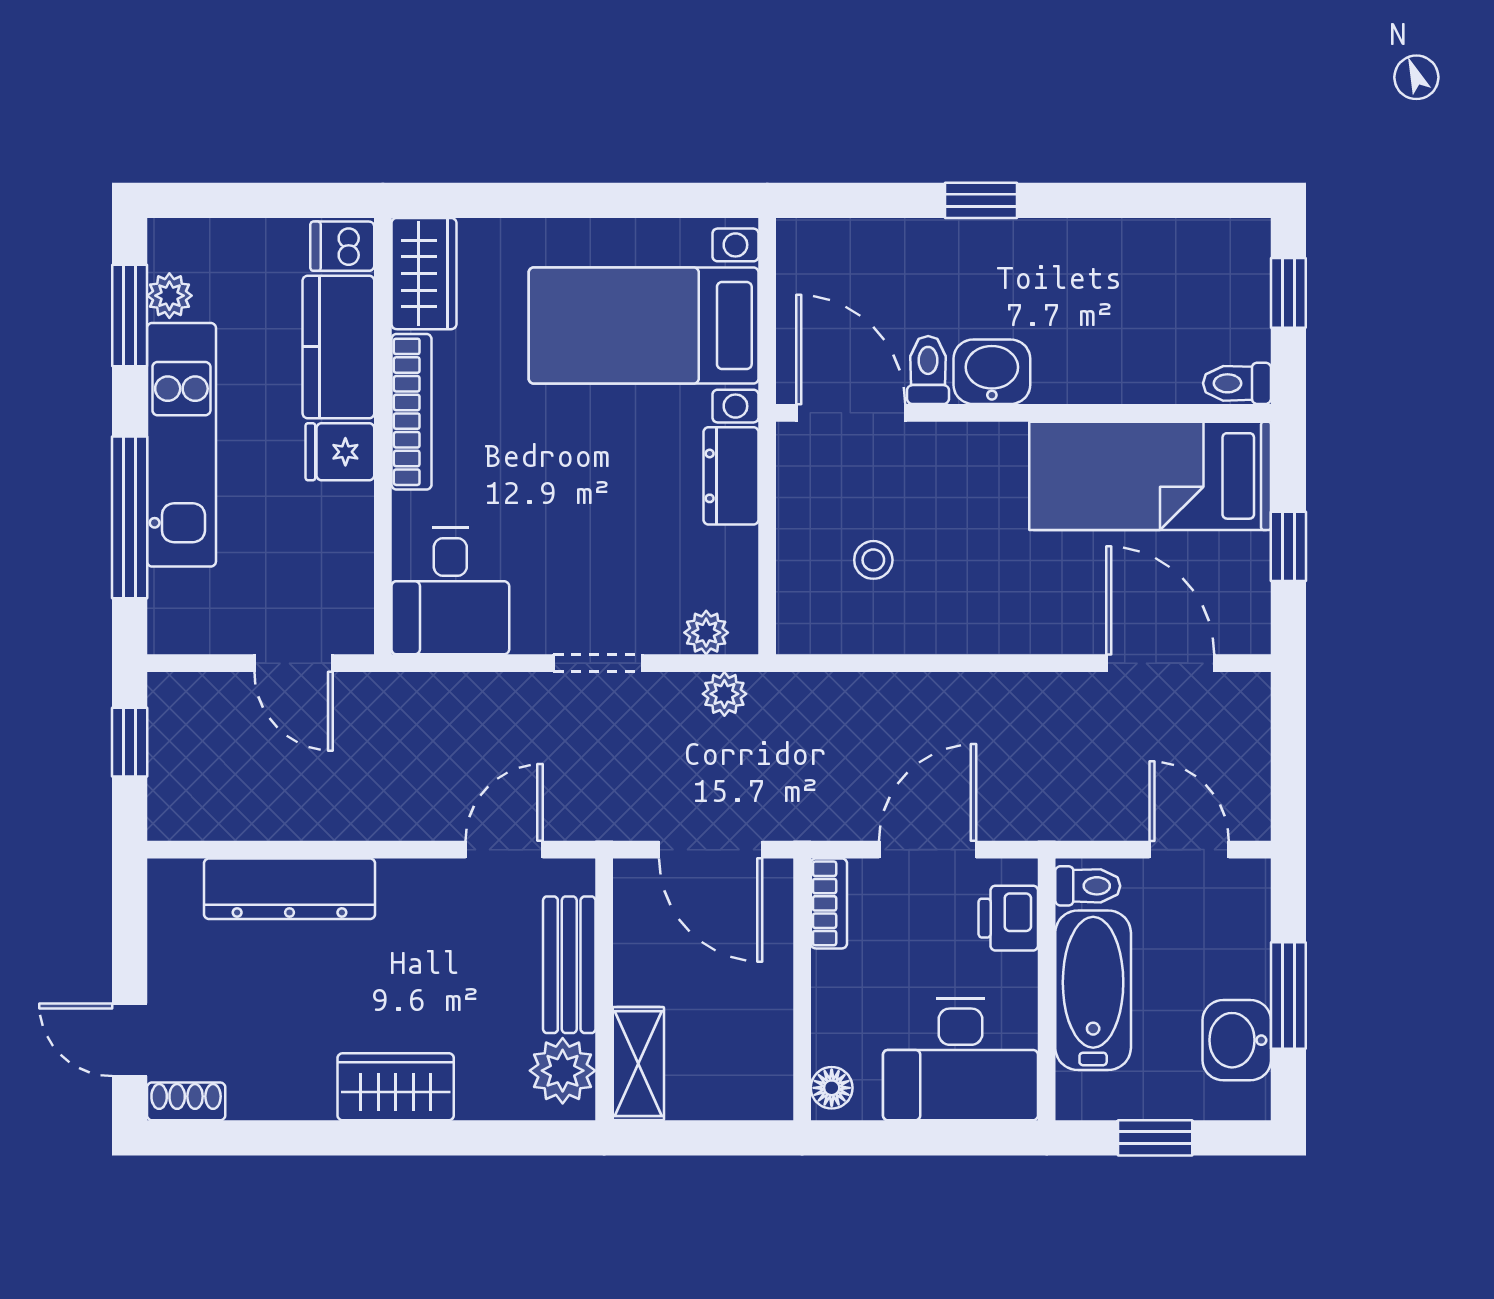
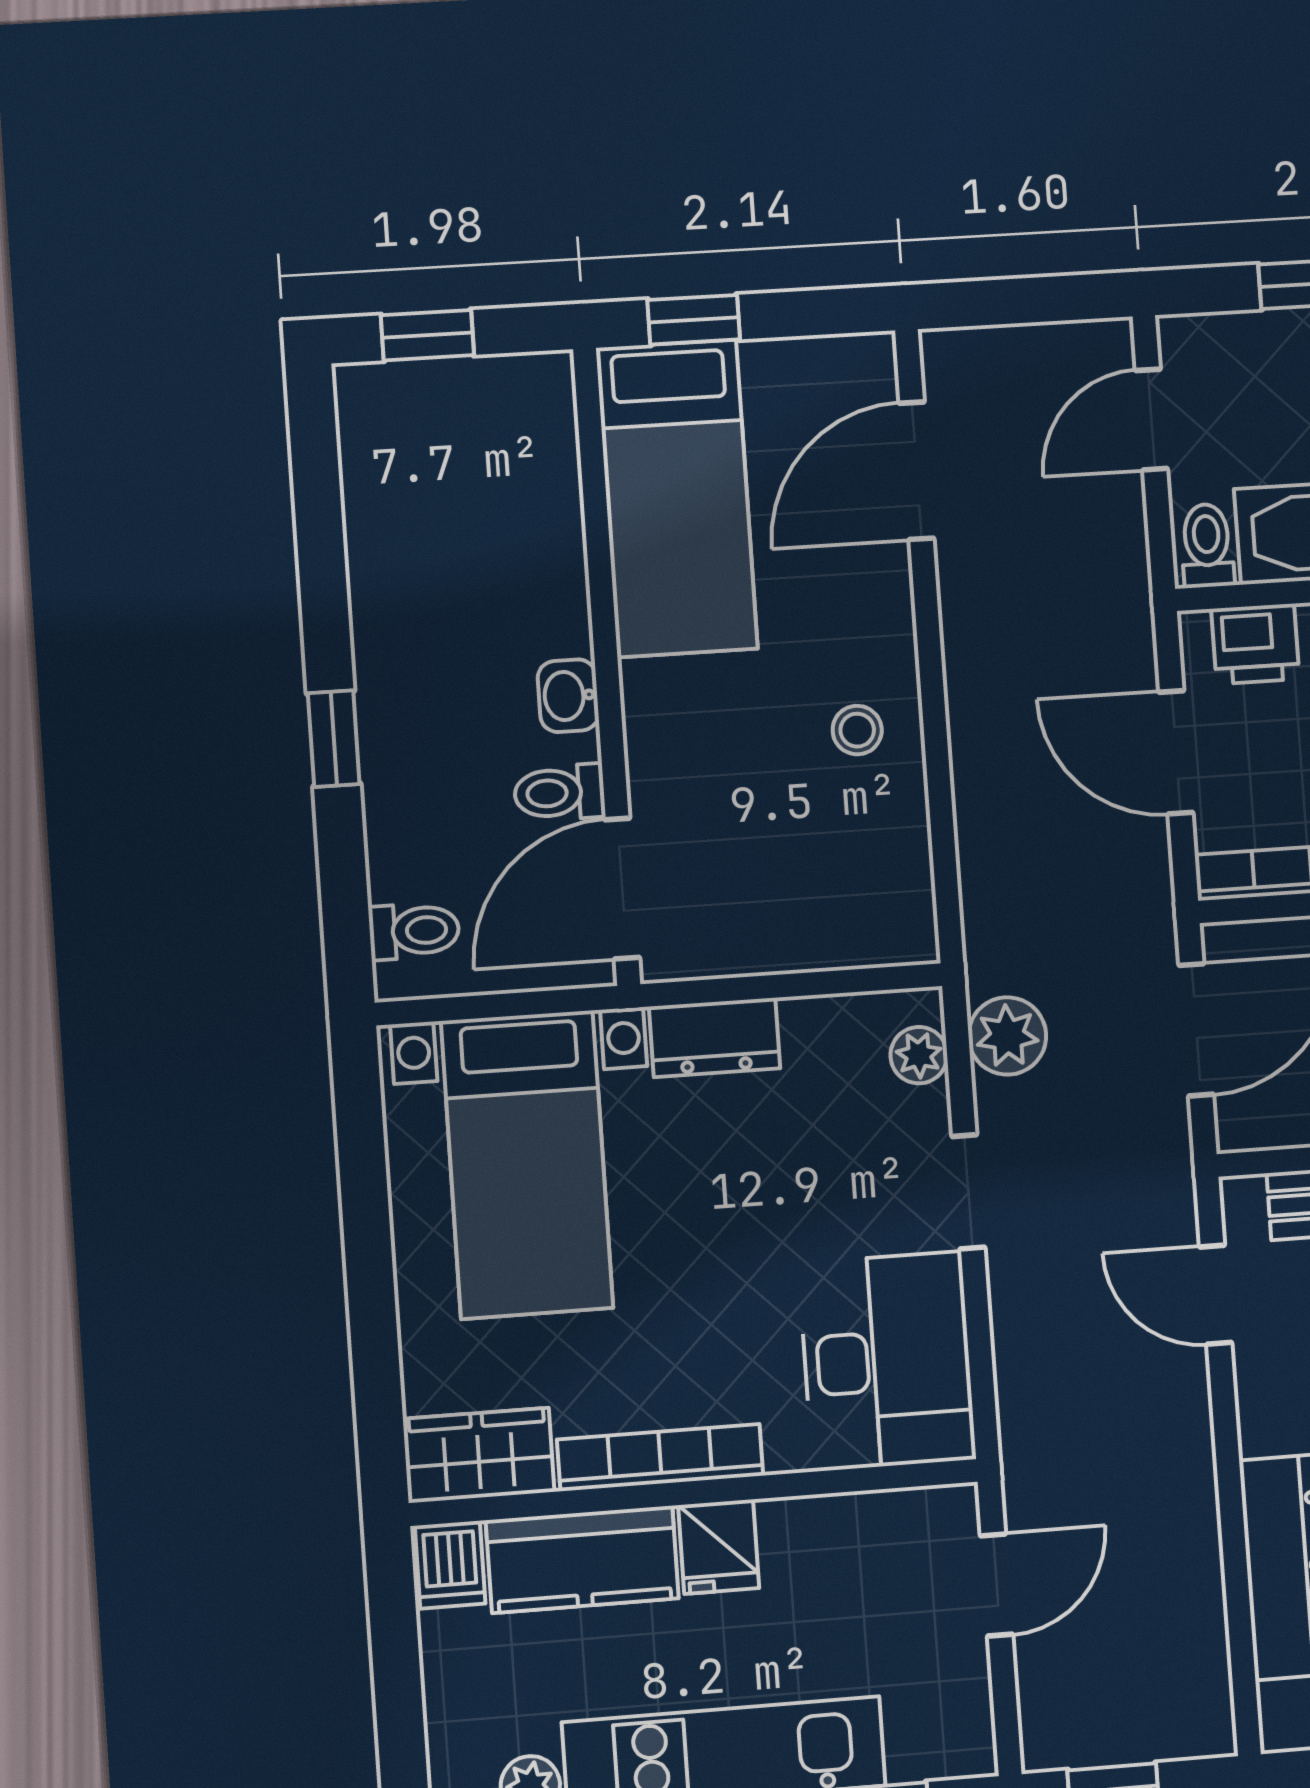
washbasin: (992, 372) -> (568, 696), width x0.72, depth x0.69
toilet: (1237, 383) -> (414, 931), moved, turned -90
window: (1288, 546) -> (694, 320), moved
stool: (873, 560) -> (857, 730), moved
desk: (450, 591) -> (887, 1361), width x1.37
plant: (724, 694) -> (1007, 1036), width x1.38, depth x1.38

